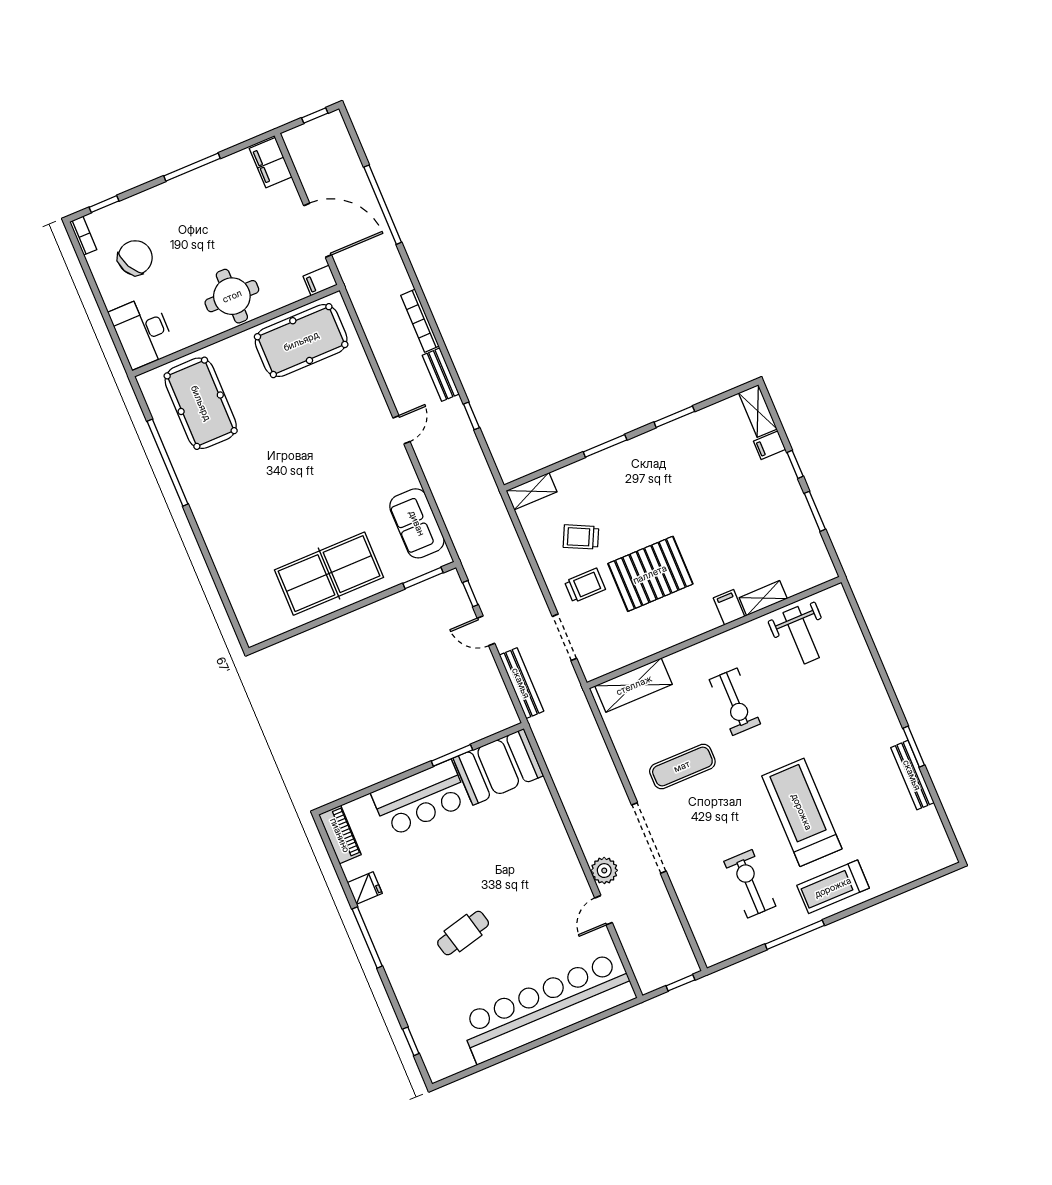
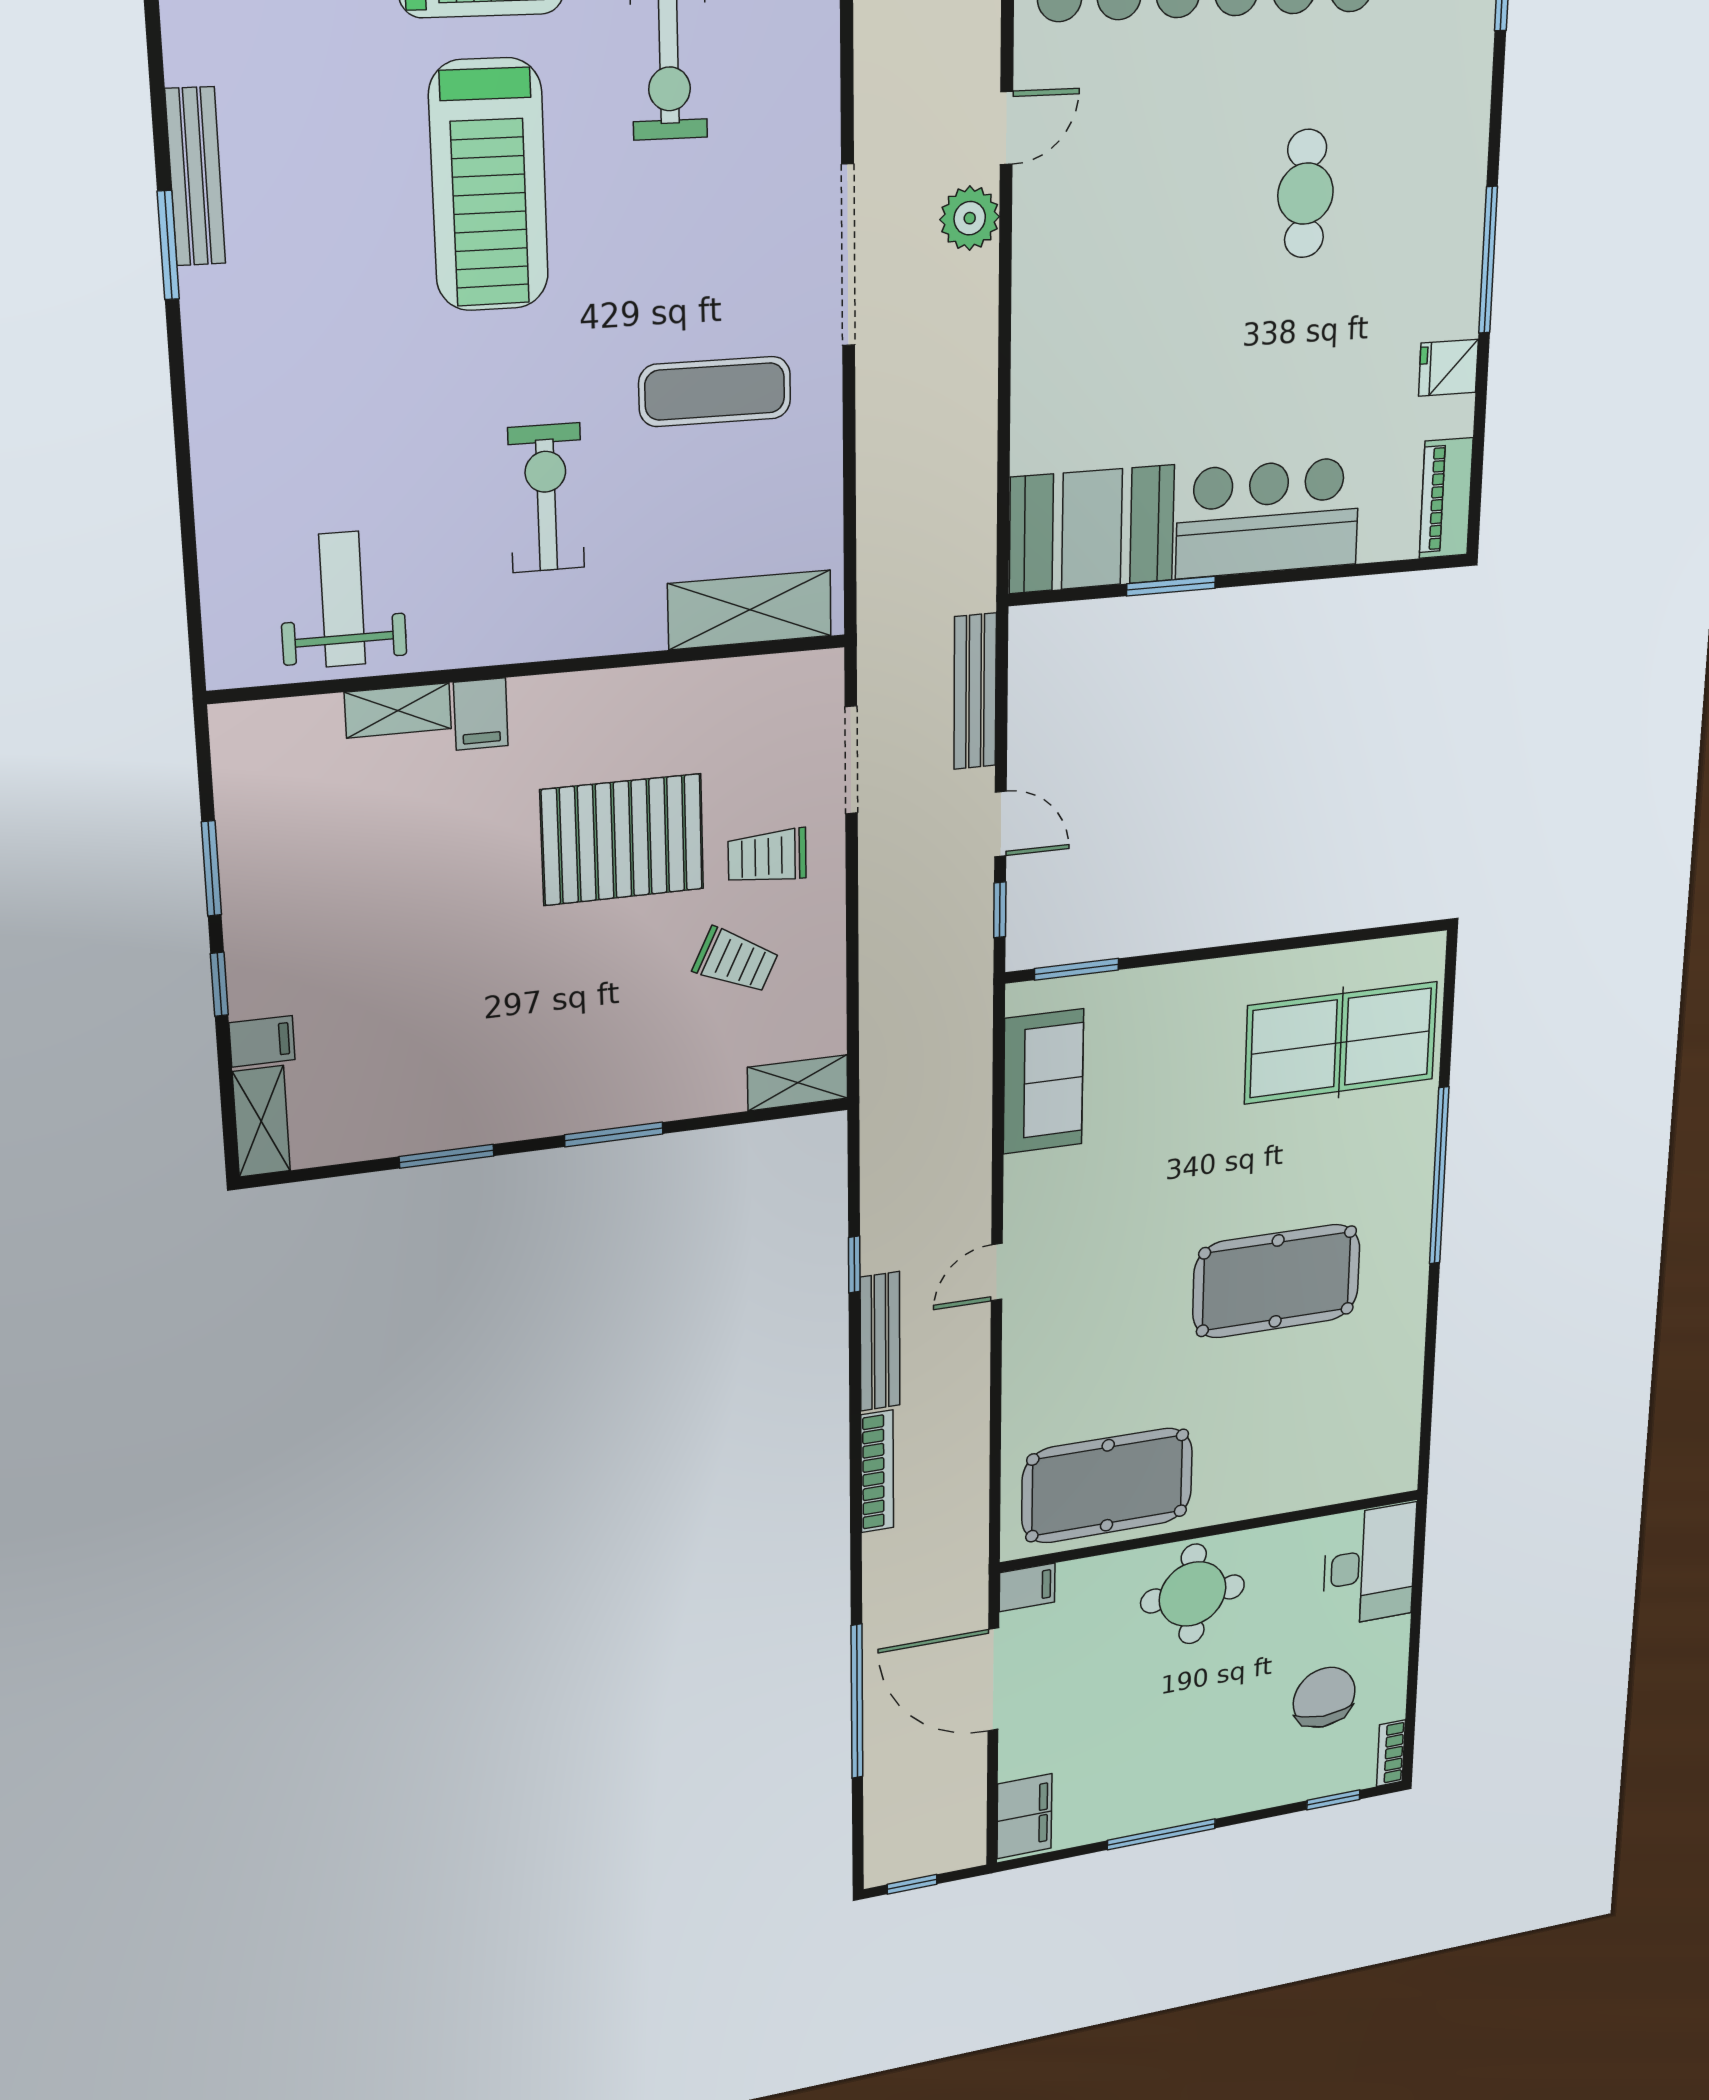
chair: (135, 258) -> (1324, 1697), turned 117
bench: (441, 375) -> (880, 1341), width x1.36
pool table: (201, 403) -> (1277, 1281), moved, turned 90
window: (168, 463) -> (1439, 1176), moved
table tennis table: (329, 574) -> (1341, 1043), moved
cafe table: (463, 933) -> (1306, 194), turned -76

